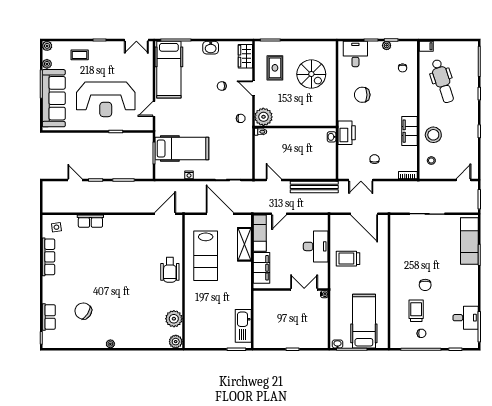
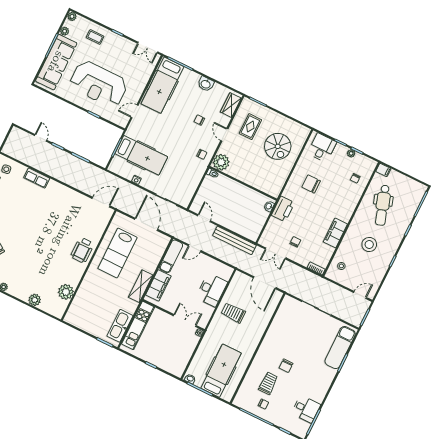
stool: (433, 135) -> (369, 244), moved
shelving: (244, 244) -> (141, 286), moved
kitchen unit: (261, 317) -> (138, 325), added
plant: (176, 342) -> (35, 300), moved

